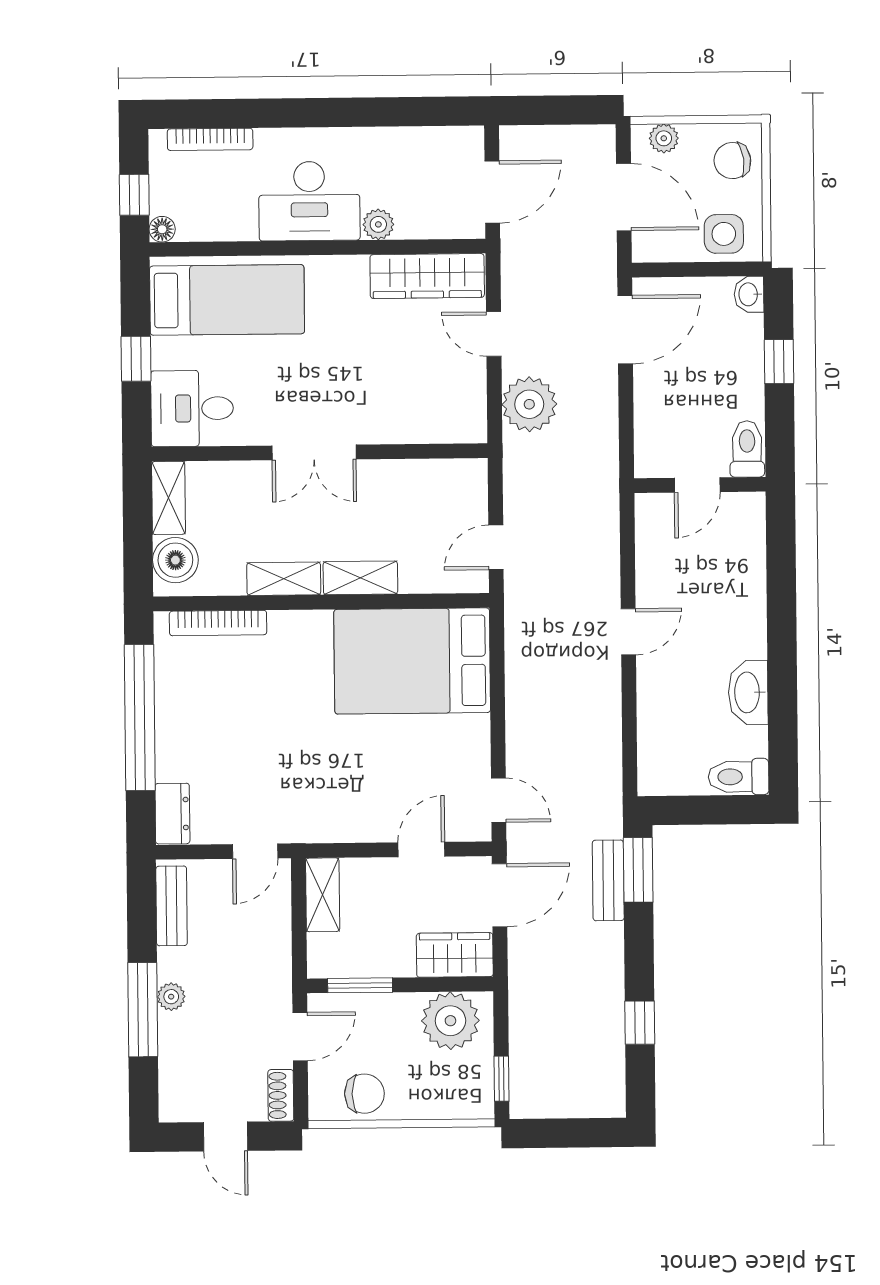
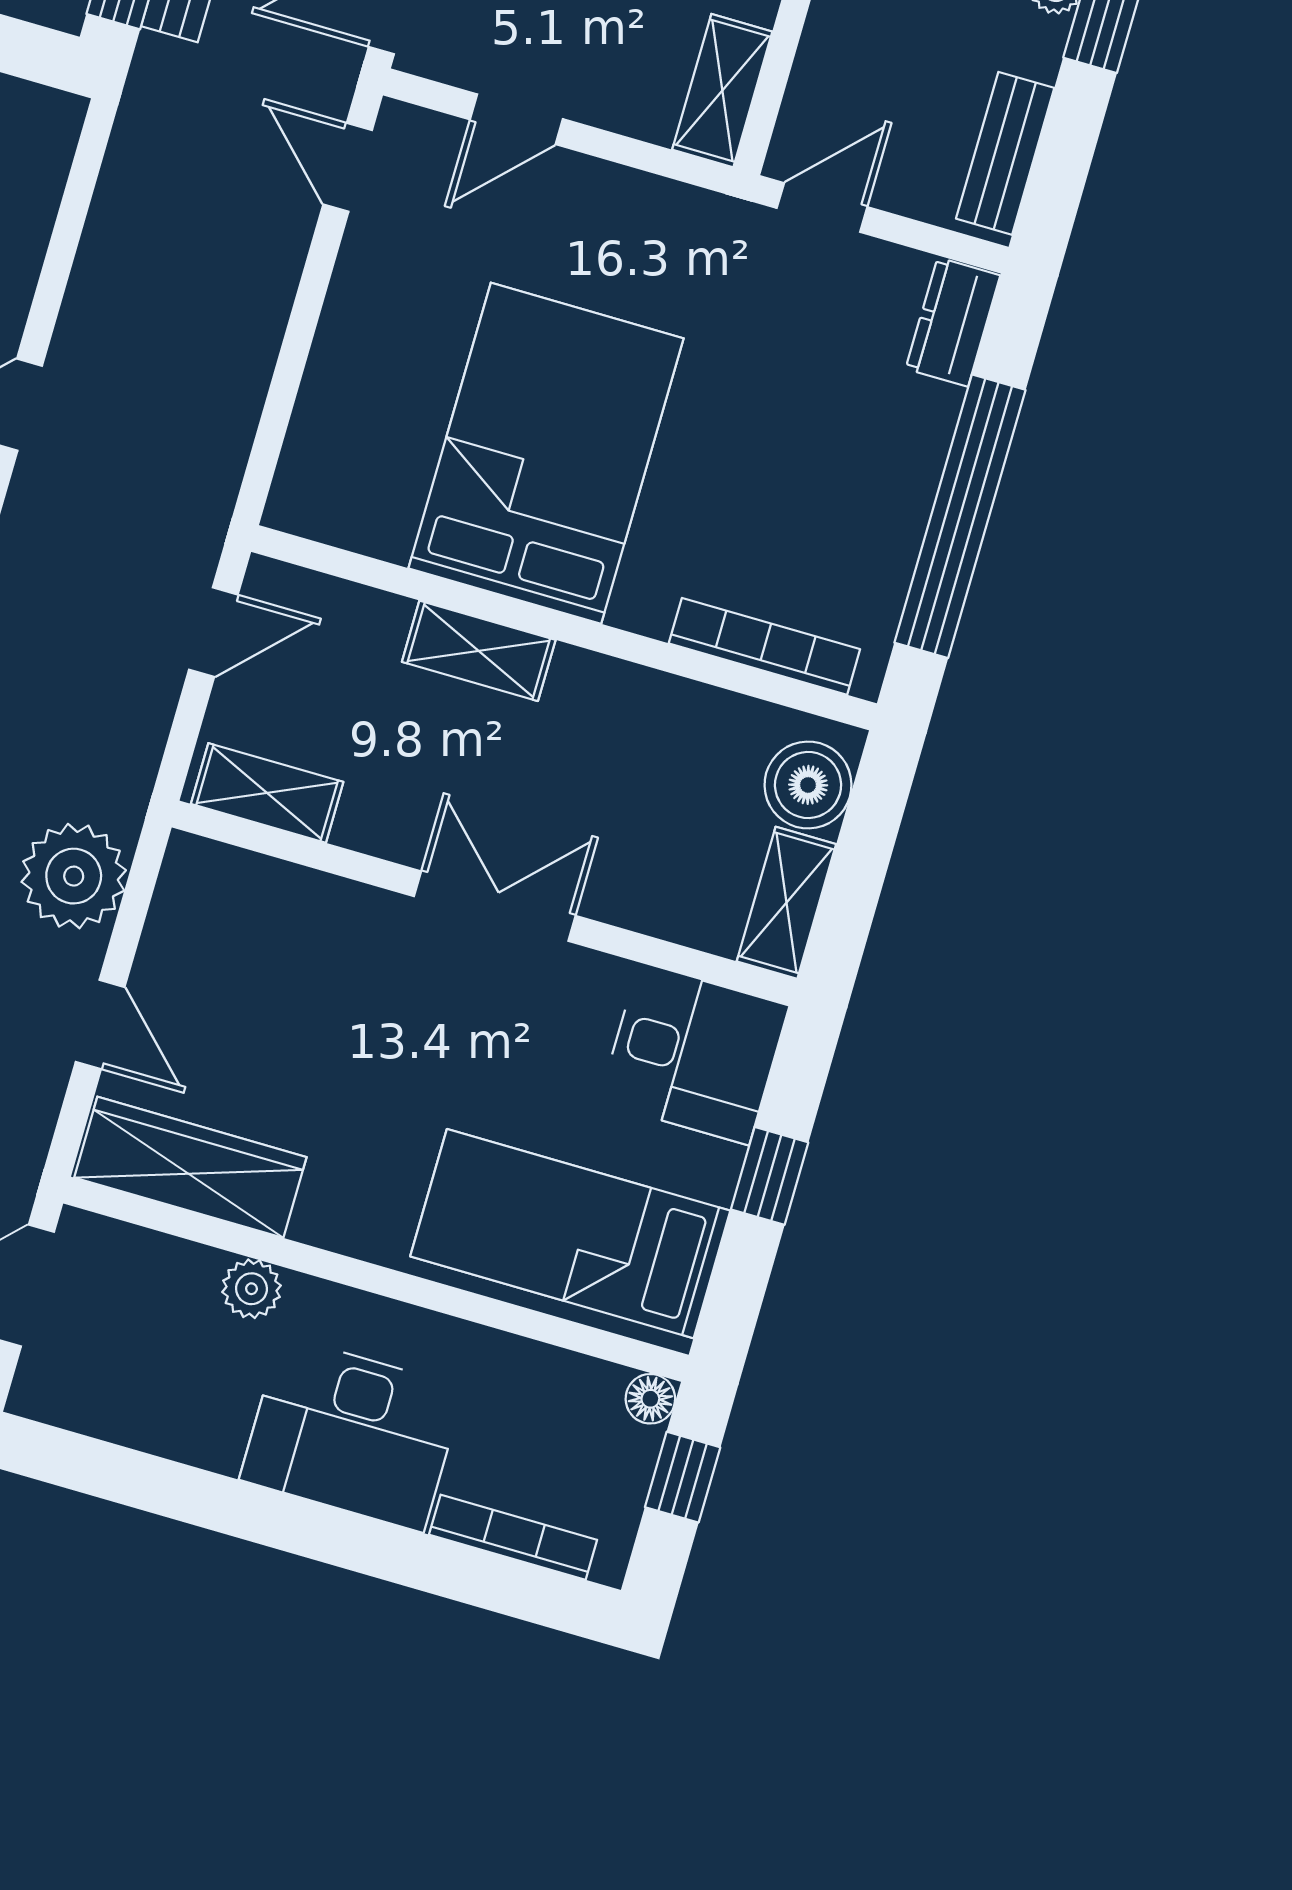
desk: (309, 201) -> (352, 1434), moved, turned 180
shelving: (284, 579) -> (267, 793), moved
bed: (412, 661) -> (546, 453), moved, turned -90

